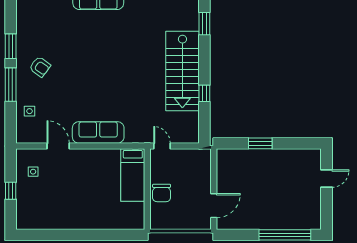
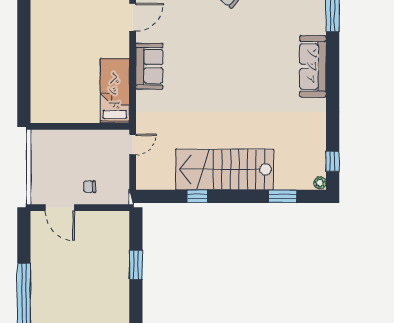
sofa: (98, 132) -> (149, 66), width x0.73
bed: (133, 175) -> (115, 91), moved, turned 90
chair: (162, 193) -> (90, 187), moved, width x0.54, depth x0.54

